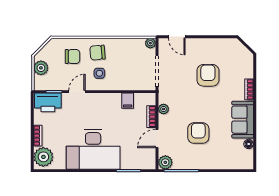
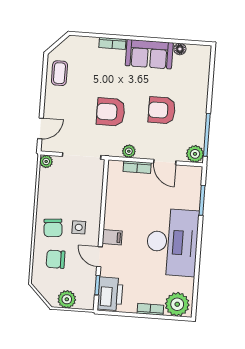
coffee table: (222, 49) -> (59, 73), added
chair: (72, 57) -> (56, 259), turned -90
armchair: (208, 75) -> (111, 112), moved
filing cabinet: (128, 101) -> (112, 237), moved

